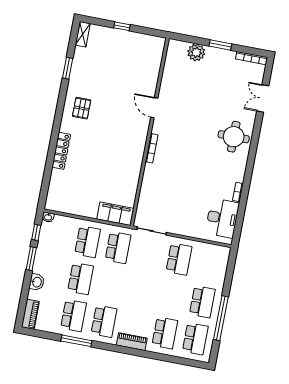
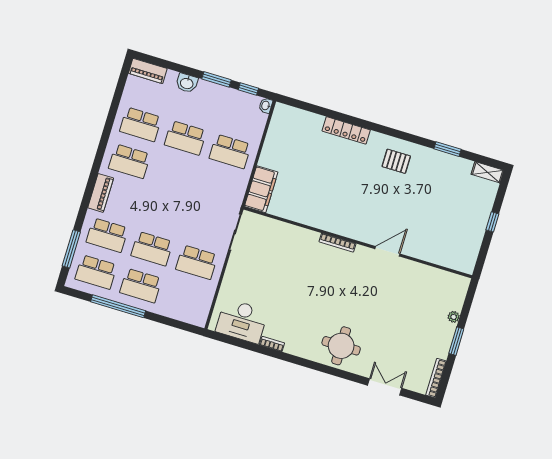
plant: (196, 52) -> (454, 317), width x0.53, depth x0.53
school desk: (118, 247) -> (152, 249), moved
window: (76, 341) -> (71, 249), moved

